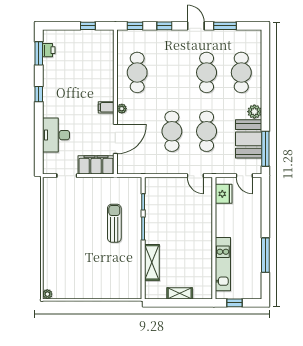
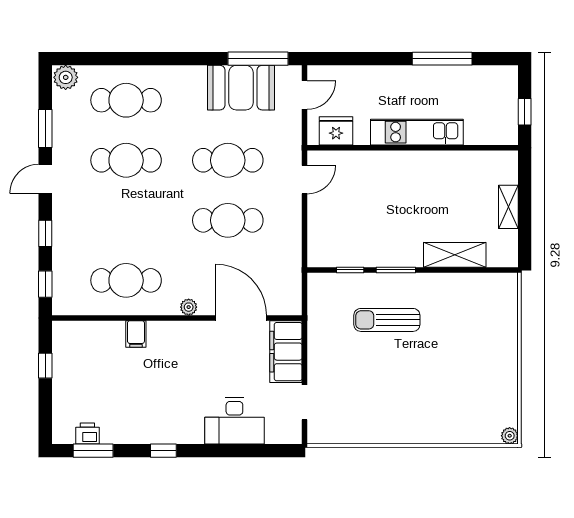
filing cabinet: (106, 107) -> (136, 334), moved
plant: (254, 112) -> (66, 77), moved
kitchen unit: (223, 264) -> (417, 132), moved

